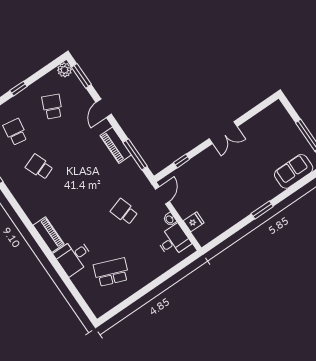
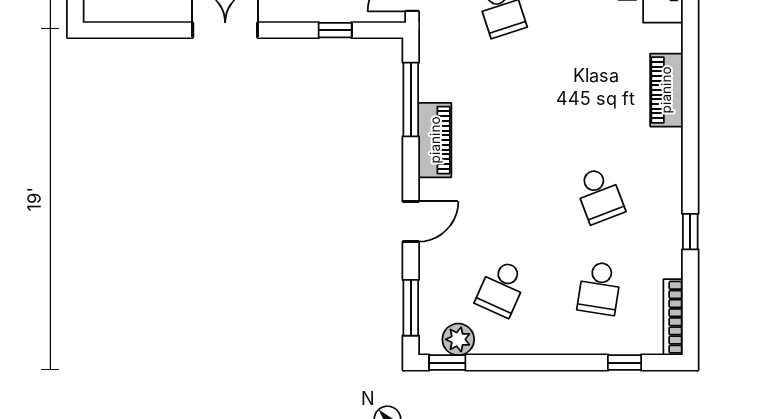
plant: (65, 70) -> (458, 339), moved
window: (18, 89) -> (447, 363), moved
piano: (49, 235) -> (666, 90), moved

